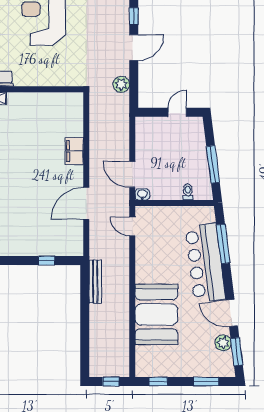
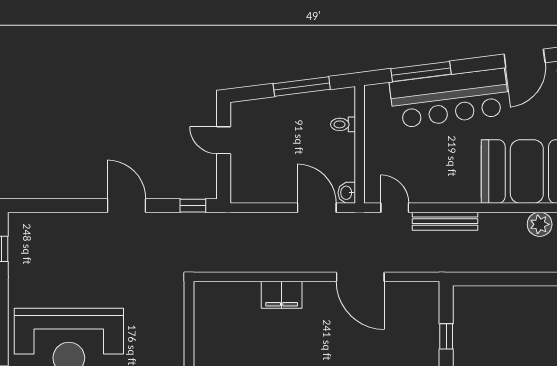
window: (134, 16) -> (193, 206), moved
plant: (121, 84) -> (540, 224), moved
door: (132, 174) -> (317, 208), swing flipped
door: (132, 226) -> (395, 208), swing flipped
bench: (95, 282) -> (445, 221), moved

